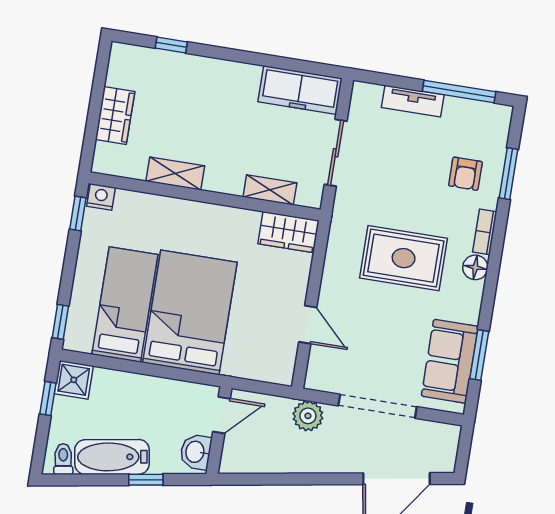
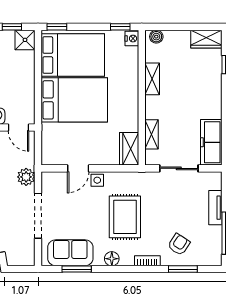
wardrobe: (115, 115) -> (206, 39), moved
boiler: (104, 155) -> (156, 37), added
armchair: (465, 174) -> (179, 244), turned 123
floor lamp: (475, 267) -> (112, 259), moved
side table: (333, 295) -> (97, 180), added
bed: (125, 304) -> (73, 55), width x1.50

